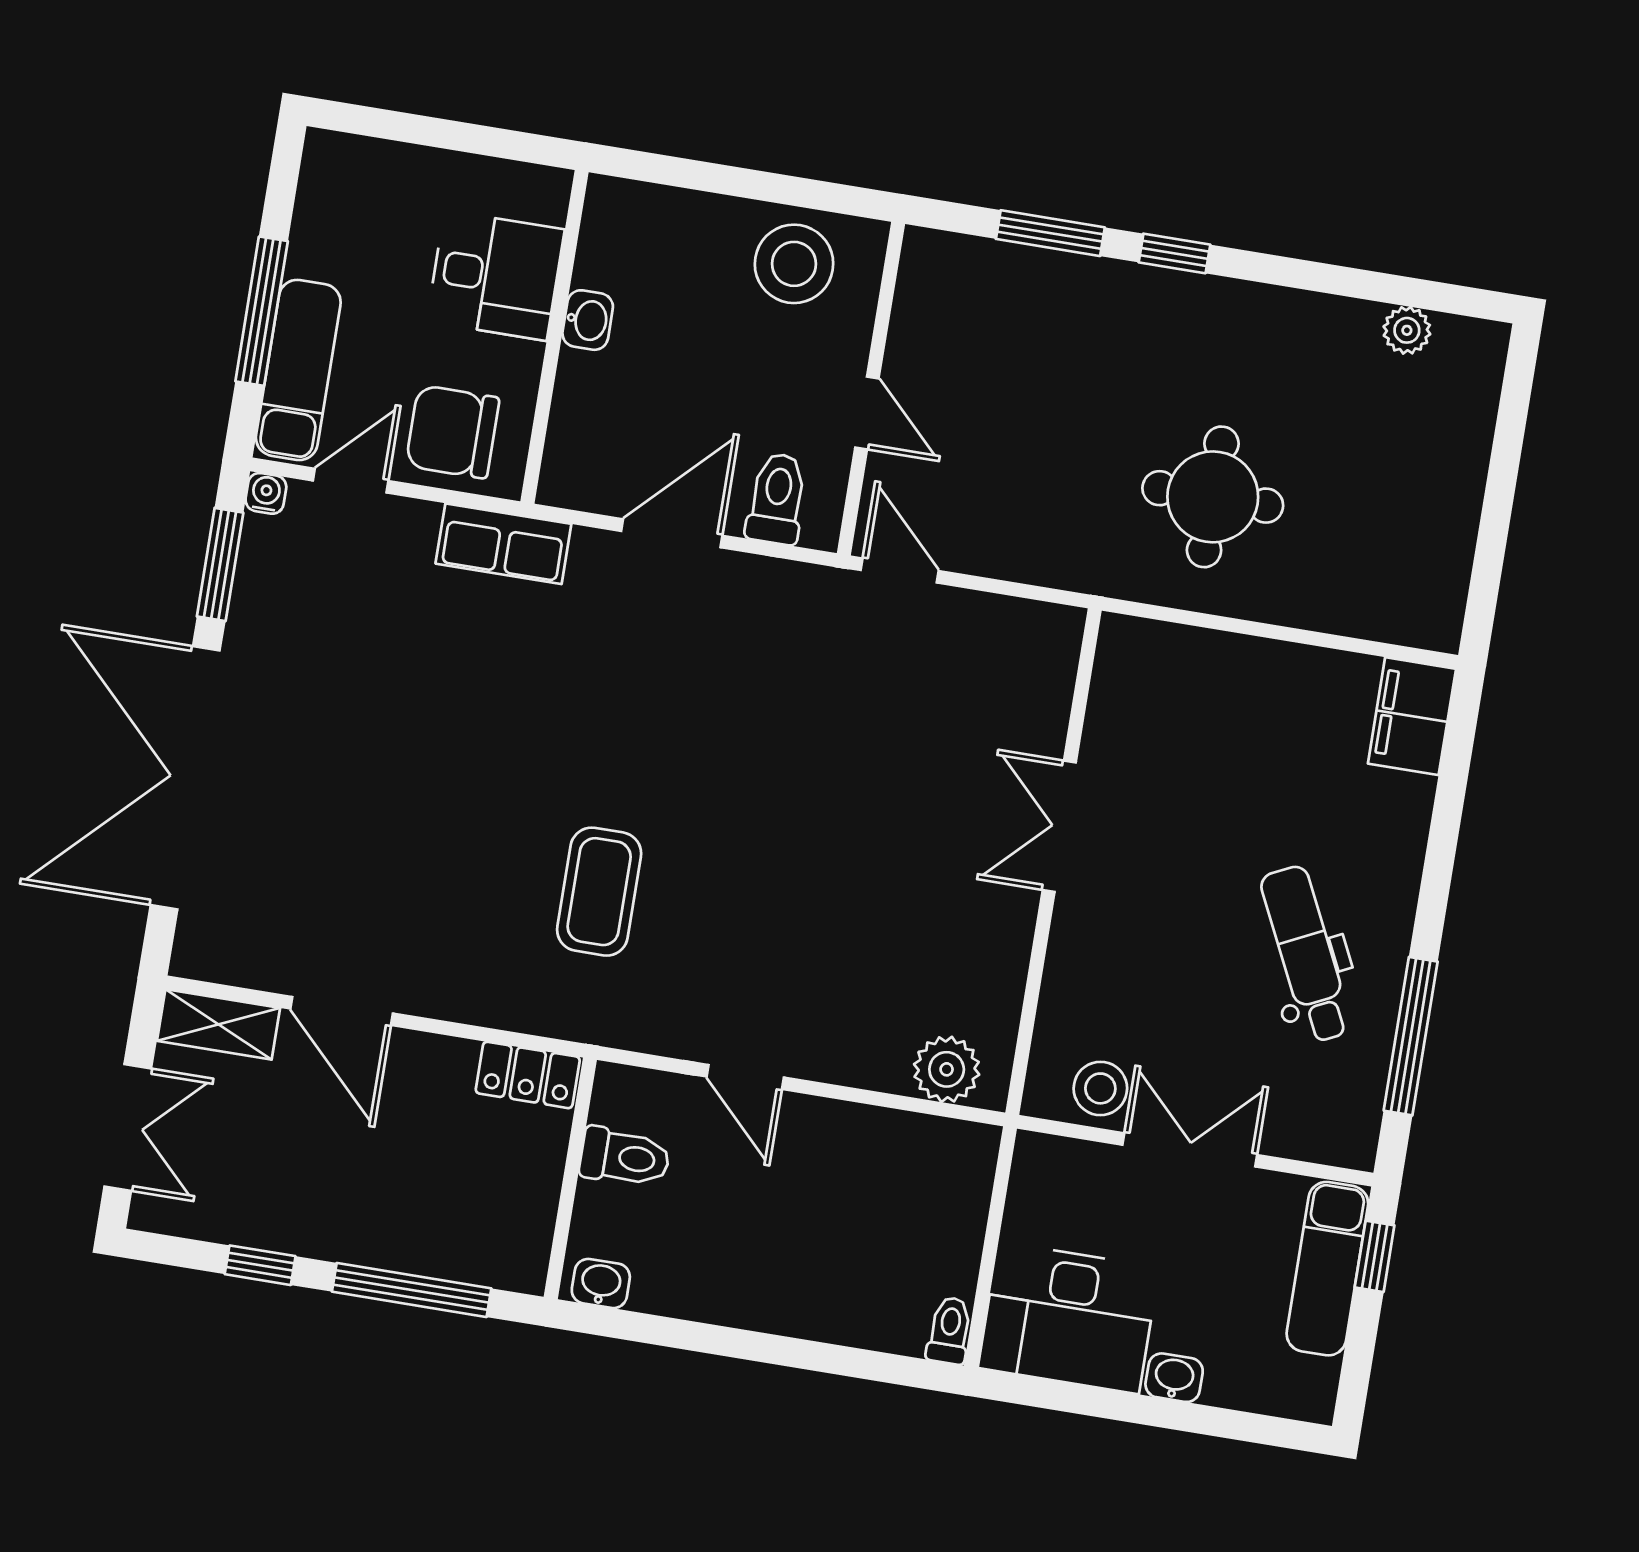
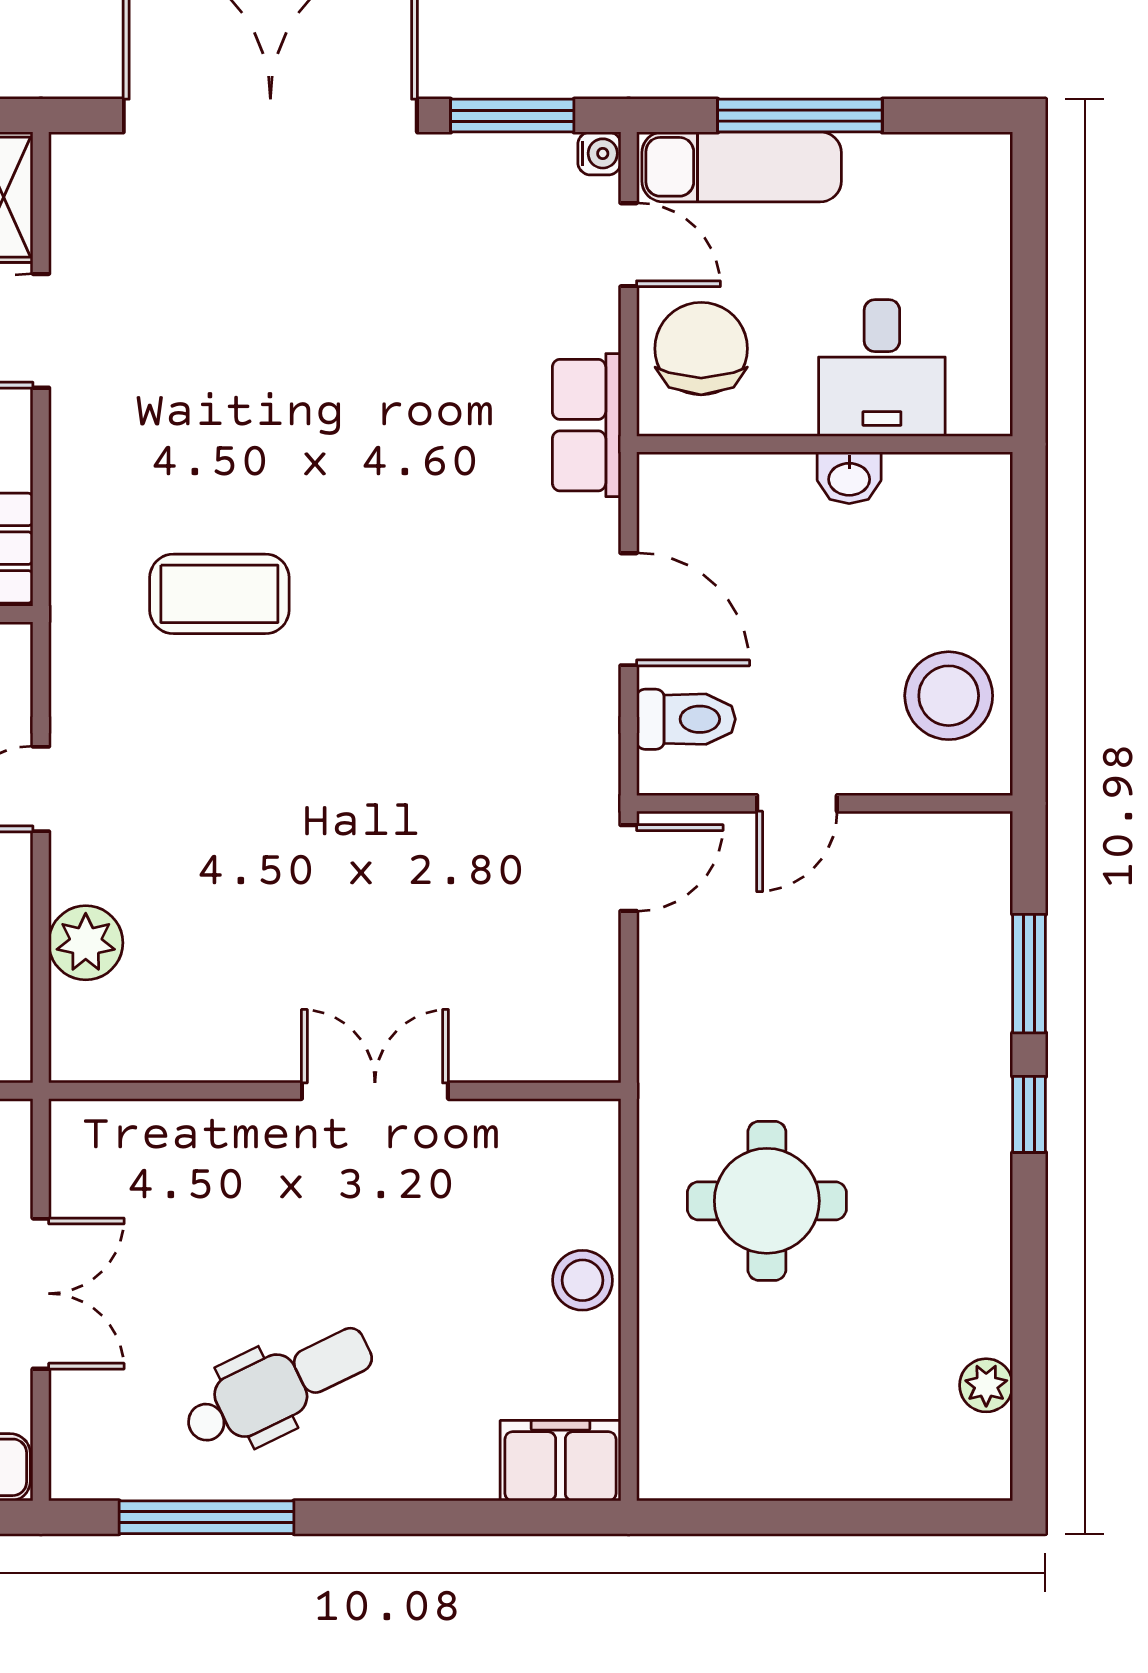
plant: (947, 1069) -> (86, 943), moved
stool: (1100, 1088) -> (582, 1280), moved

